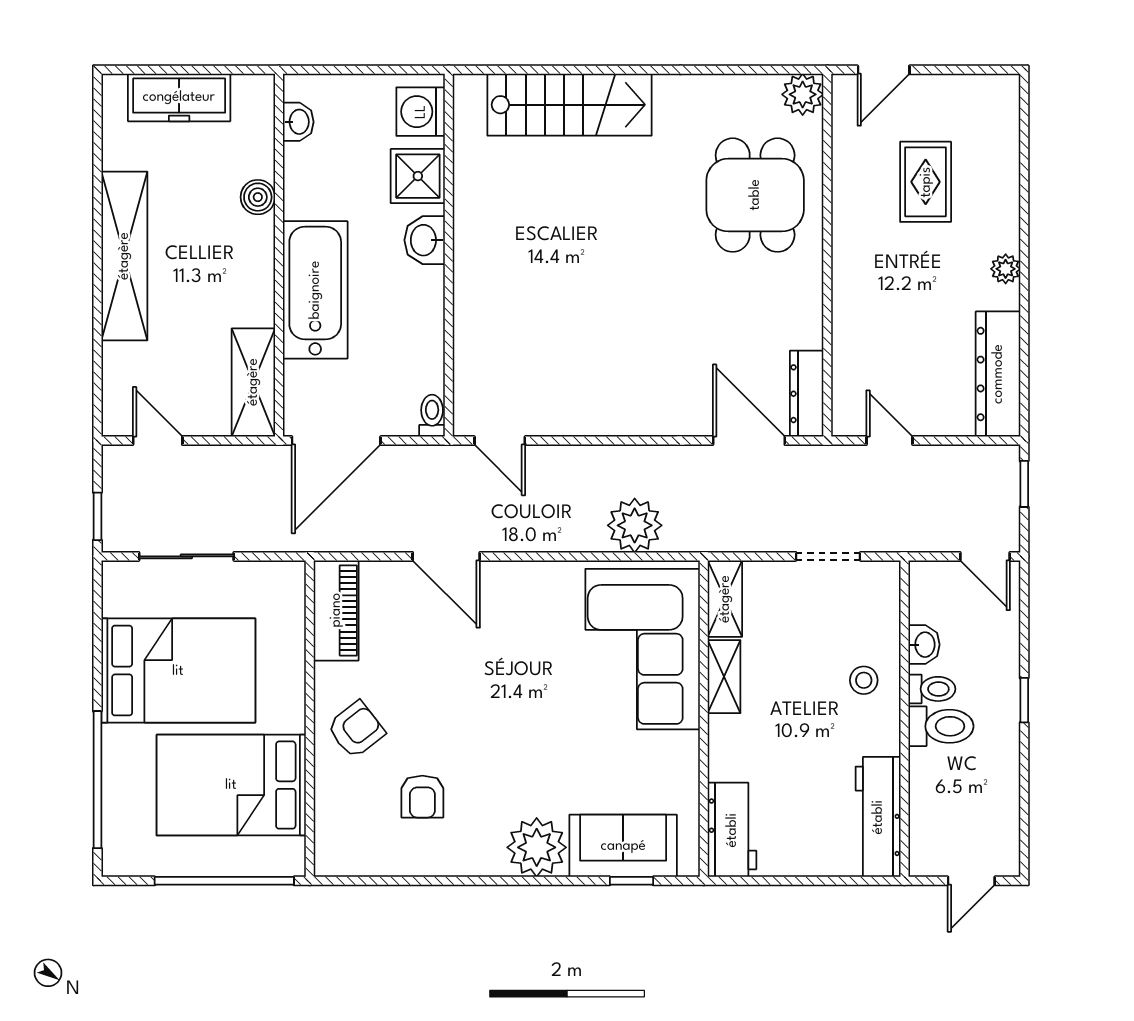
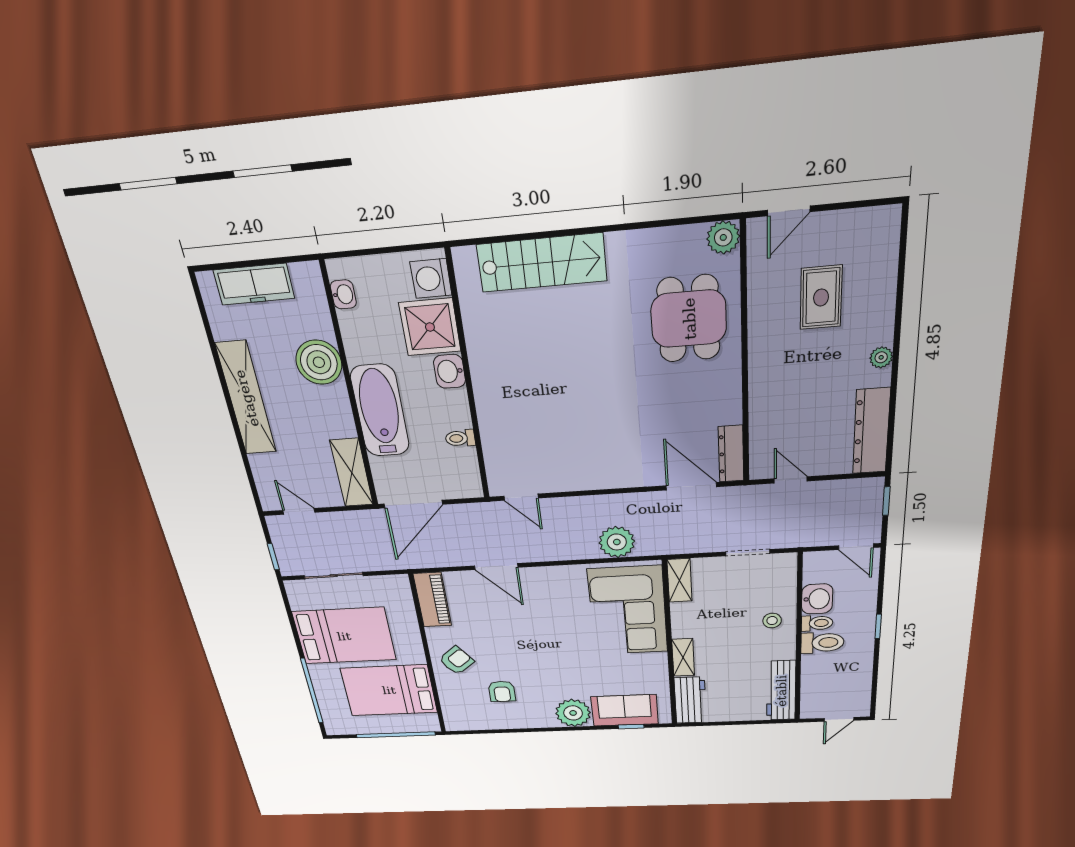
shower: (418, 176) -> (430, 327), width x1.36, depth x1.36
boiler: (258, 197) -> (319, 362), width x1.86, depth x1.86
toilet: (432, 416) -> (460, 438), moved, turned -90
washbasin: (924, 645) -> (817, 599), width x1.38, depth x1.45
shelving: (724, 677) -> (683, 657), moved

